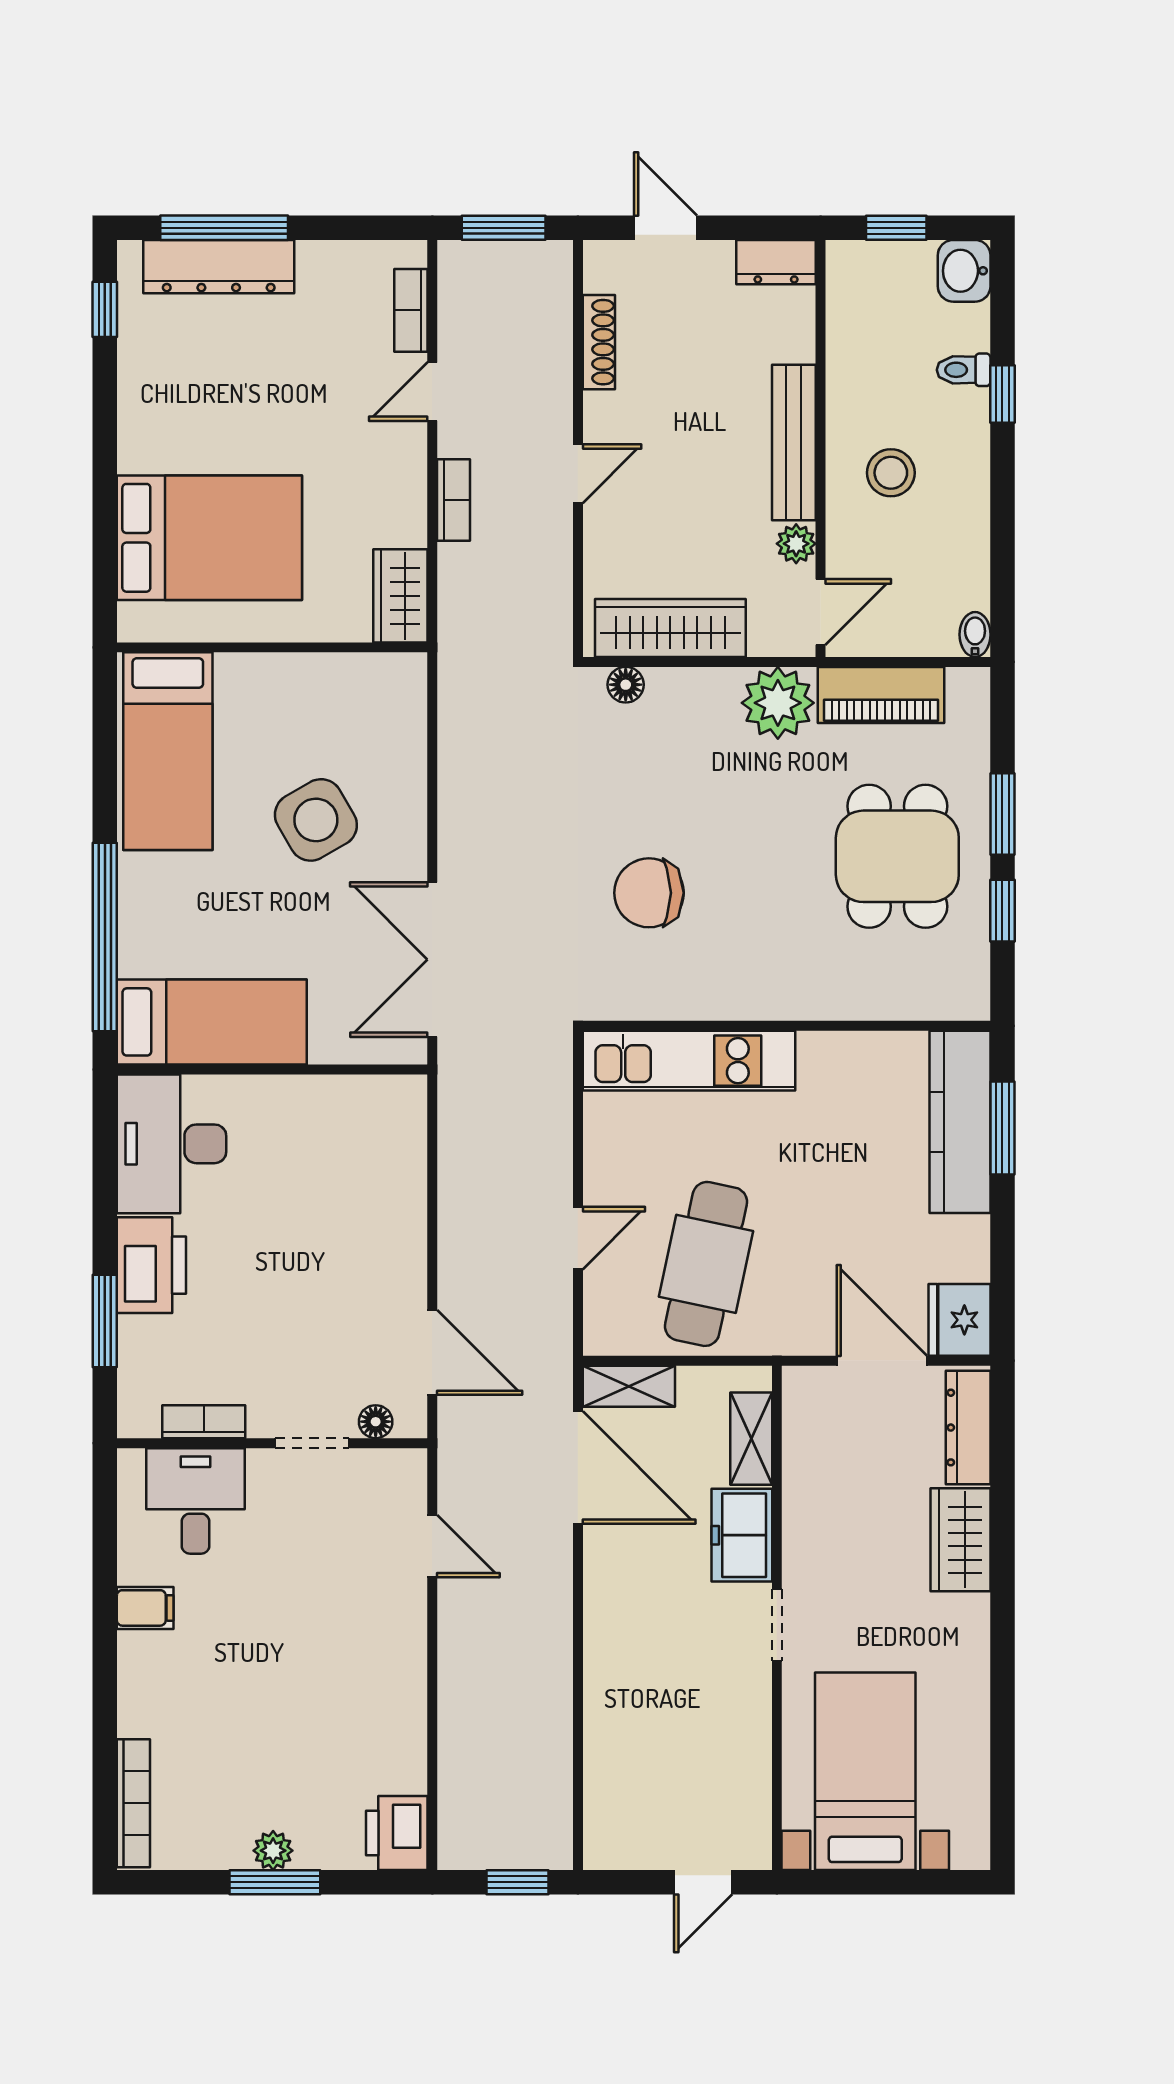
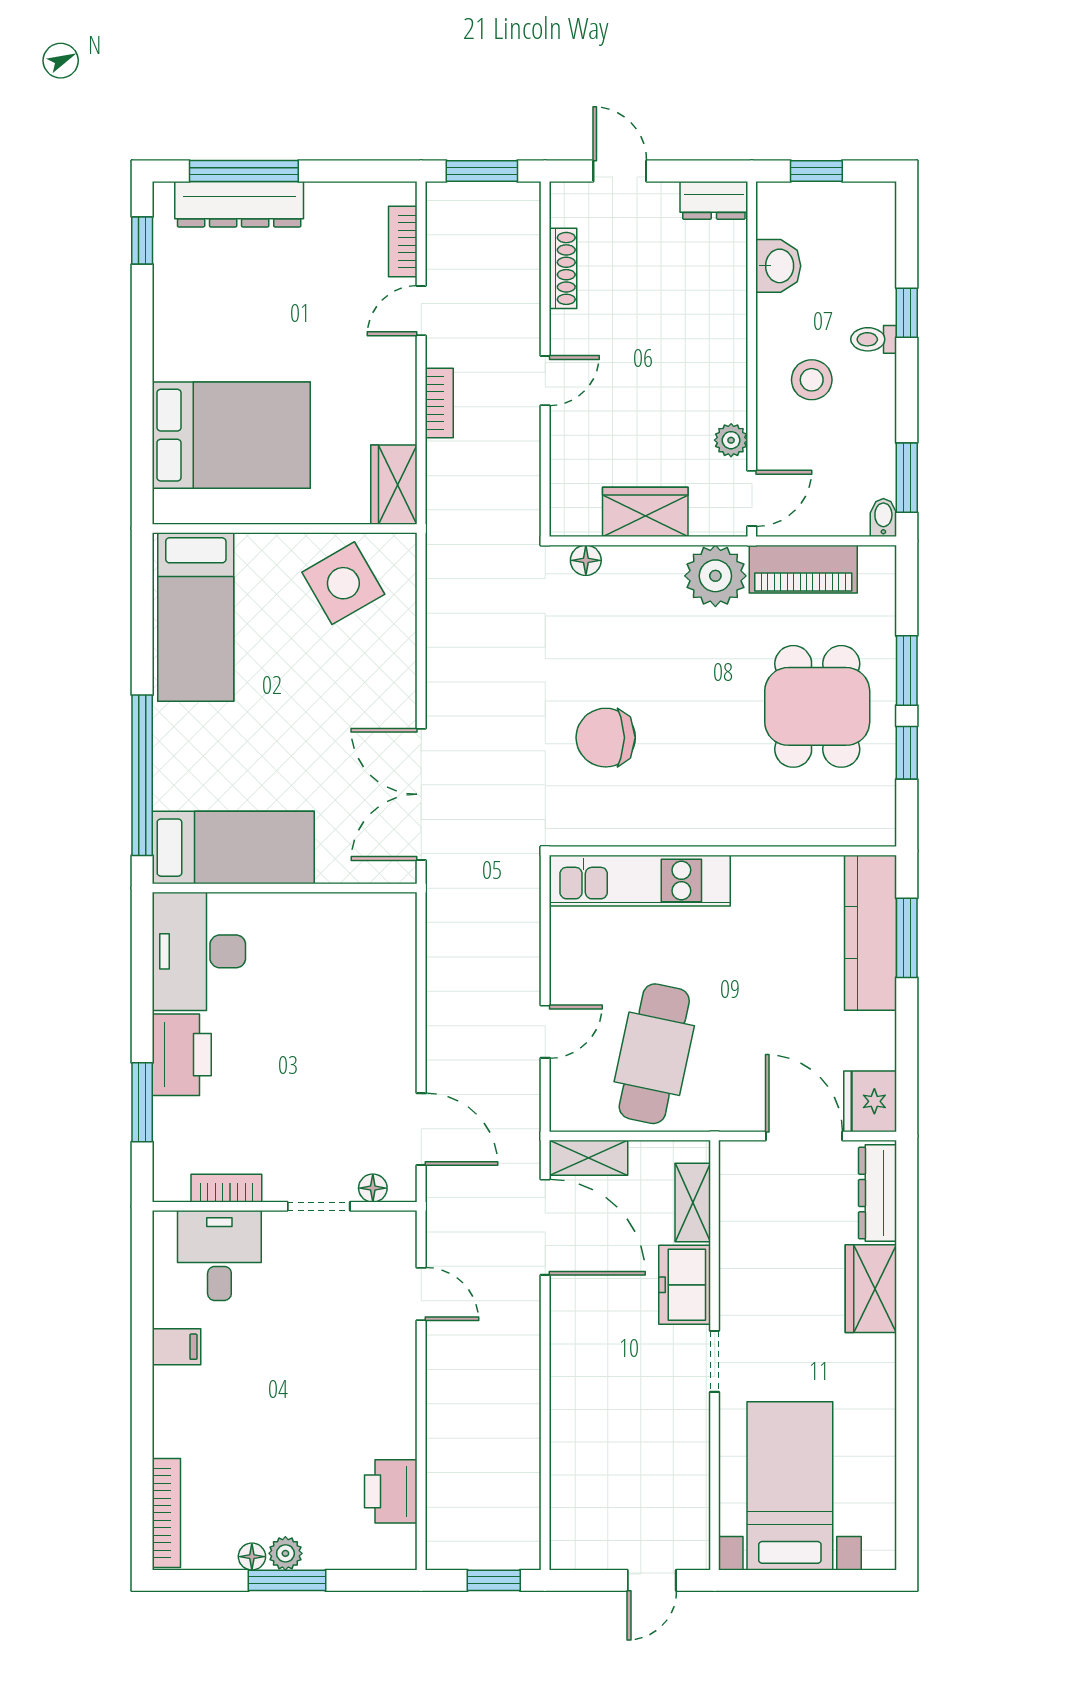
washbasin: (964, 271) -> (778, 266), moved, turned 180
toilet: (964, 370) -> (874, 339), moved
bench: (794, 442) -> (729, 354), removed
window: (1002, 588) -> (907, 478), added
wardrobe: (670, 628) -> (645, 512), width x0.67
side table: (316, 820) -> (343, 583), moved
printer: (397, 1833) -> (391, 1491), moved
floor lamp: (234, 1854) -> (252, 1557), added

